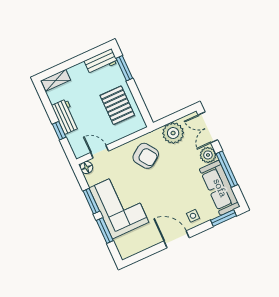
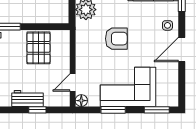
pallet: (117, 105) -> (38, 48), turned 90
armchair: (146, 156) -> (116, 39), moved, turned 35
window: (105, 231) -> (157, 110), moved

